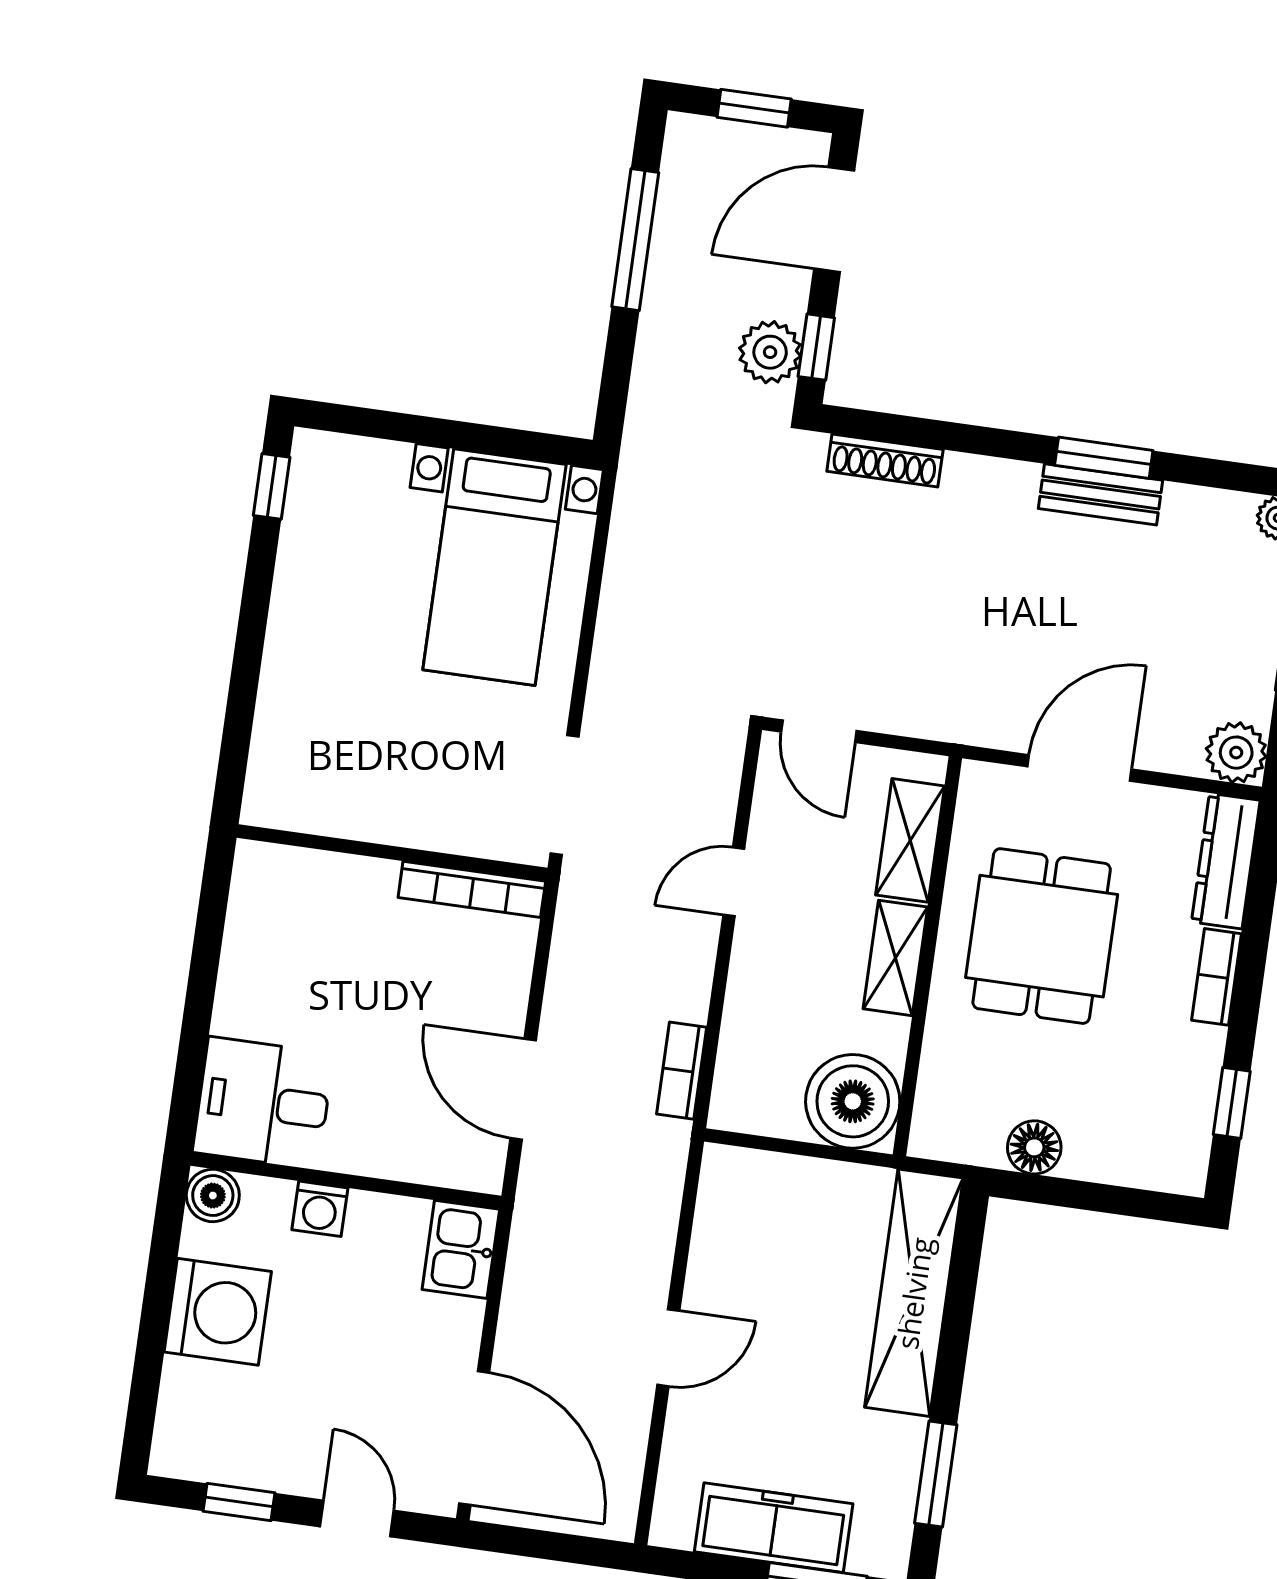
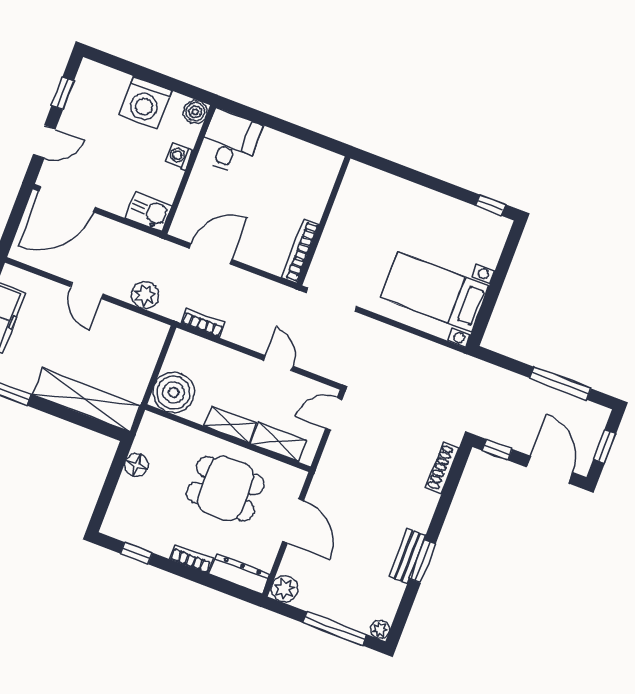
plant: (770, 352) -> (145, 295), moved

